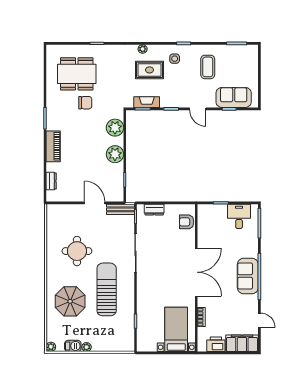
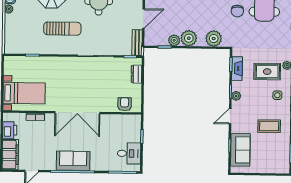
rug: (149, 70) -> (267, 72), turned 90
plant: (176, 103) -> (236, 96), added
plant: (117, 170) -> (174, 40), added
sun lounger: (107, 289) -> (62, 29), width x0.73, depth x0.75

